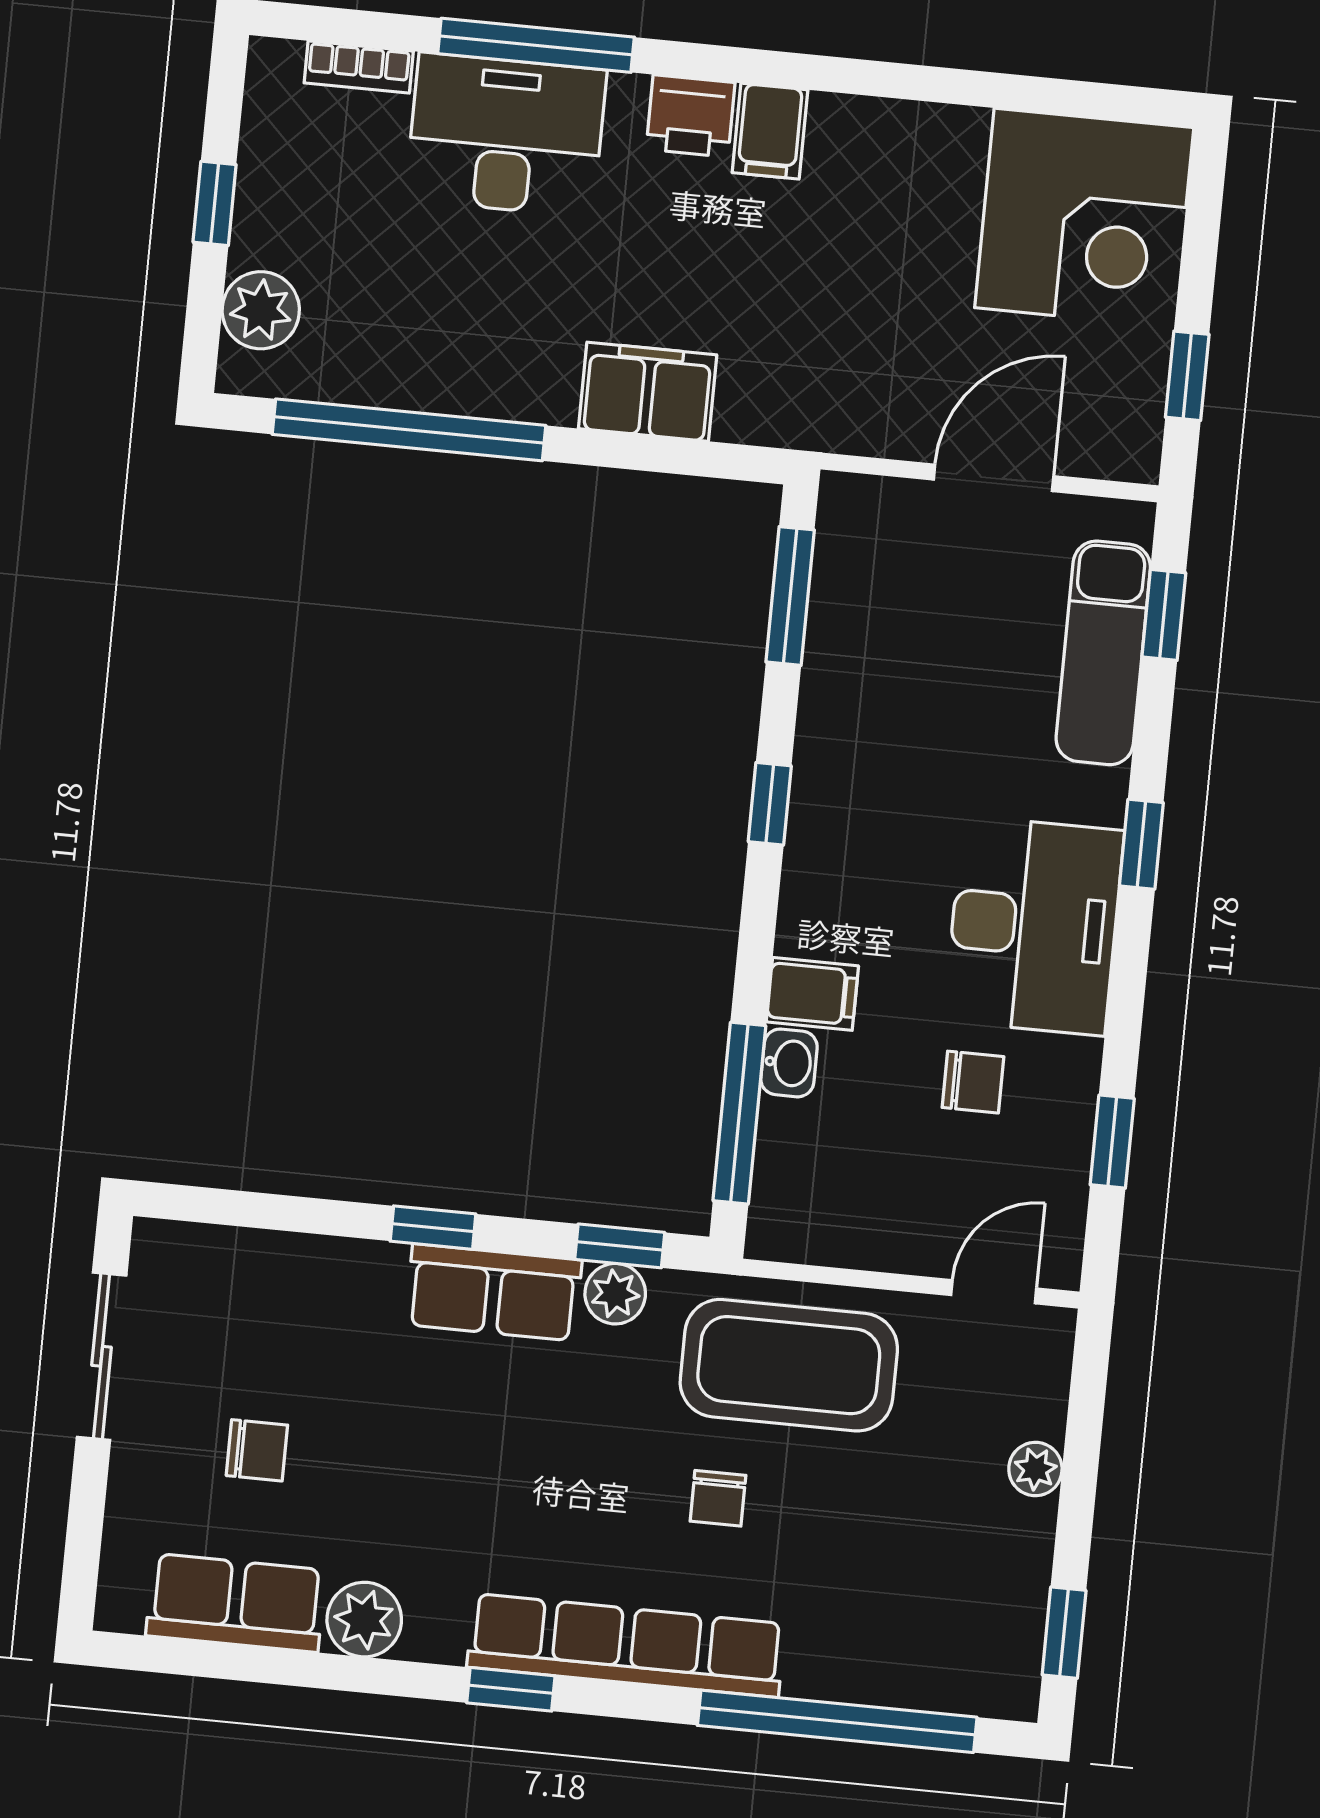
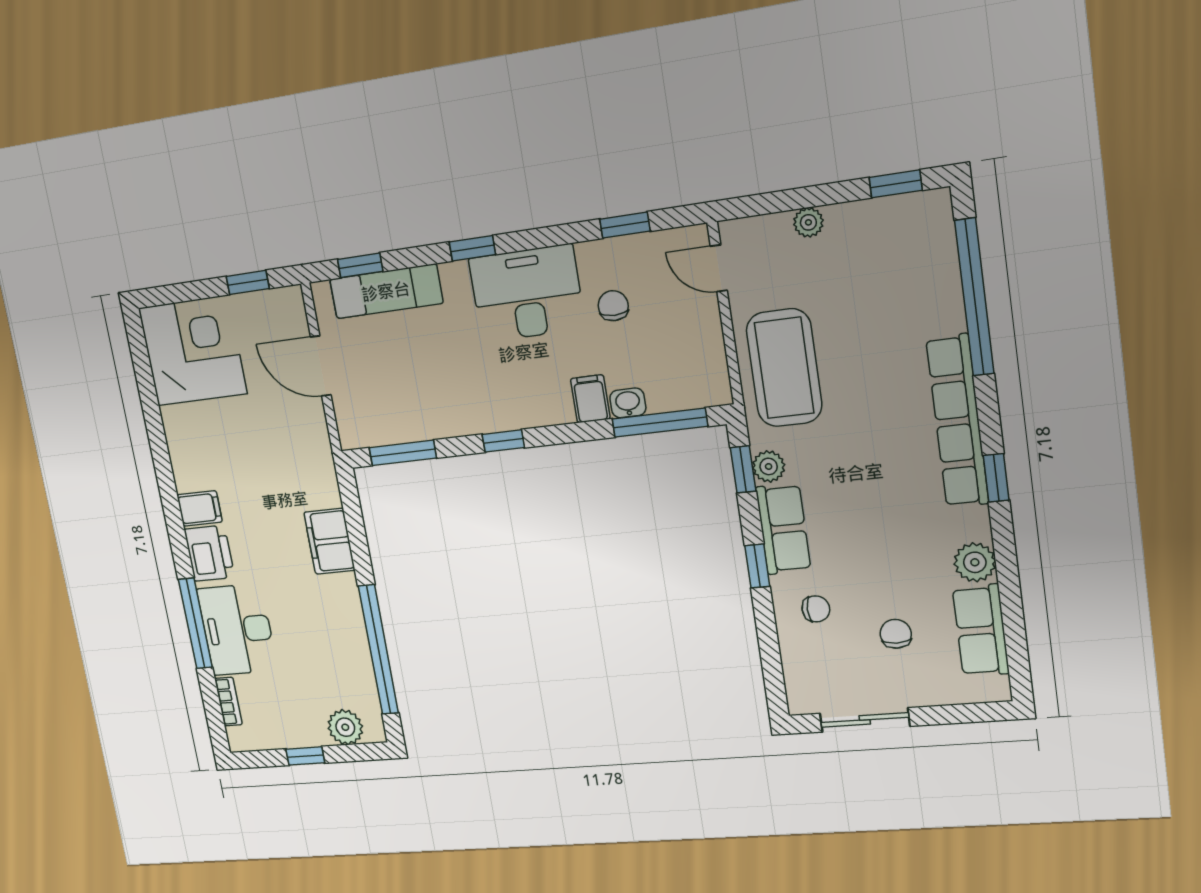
printer: (691, 116) -> (209, 553), width x1.36, depth x1.24
chair: (718, 1498) -> (816, 609), moved

